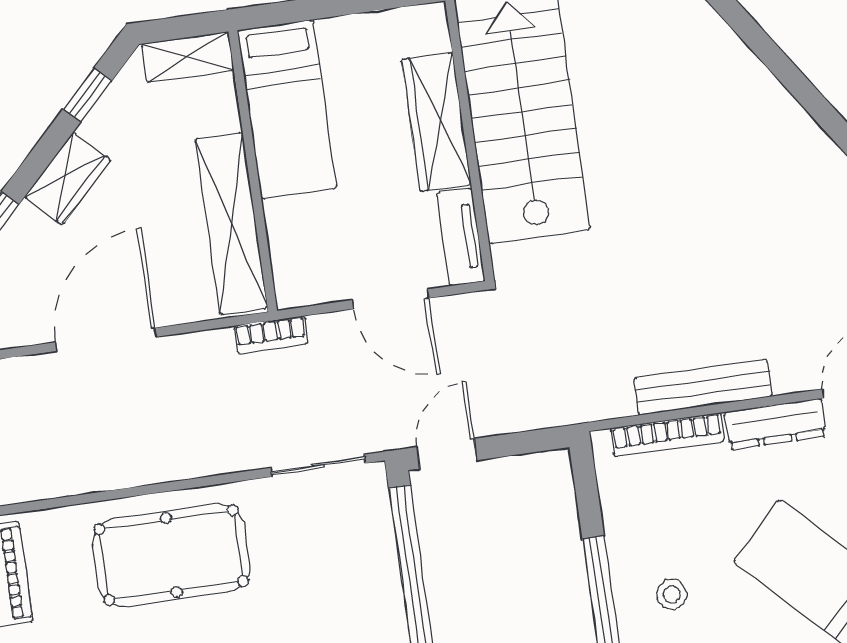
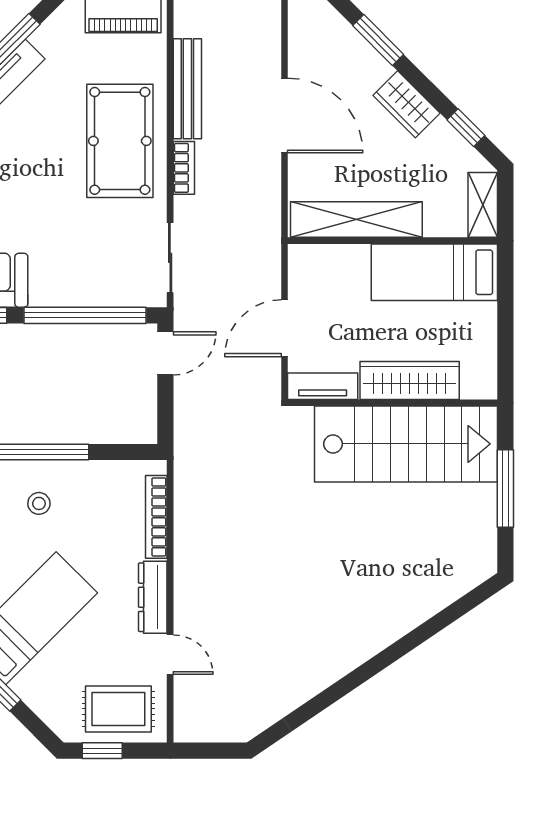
bookcase: (271, 335) -> (184, 168), moved, turned 180
bench: (703, 387) -> (187, 89), moved
door: (447, 454) -> (165, 353), hinge flipped

